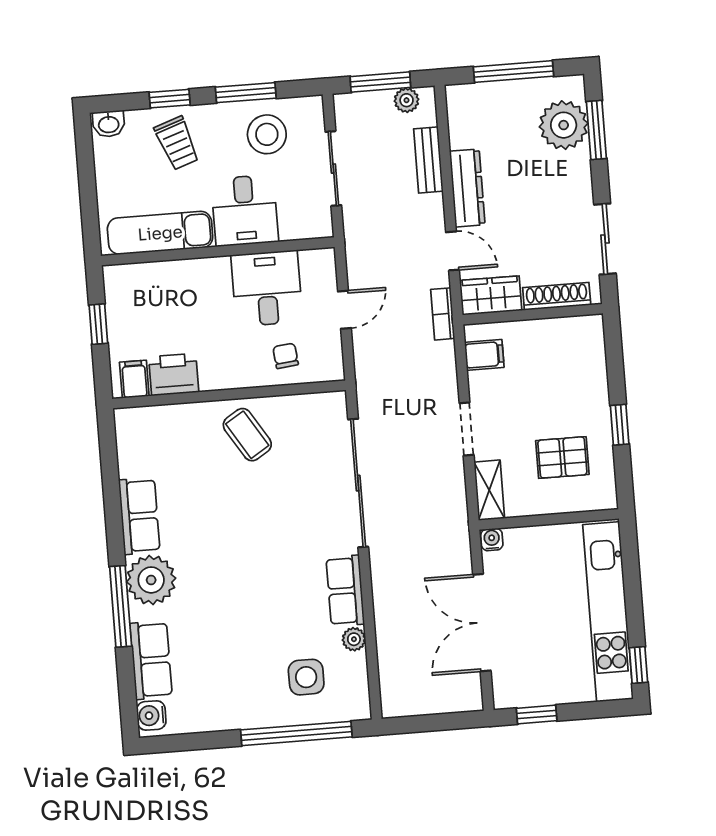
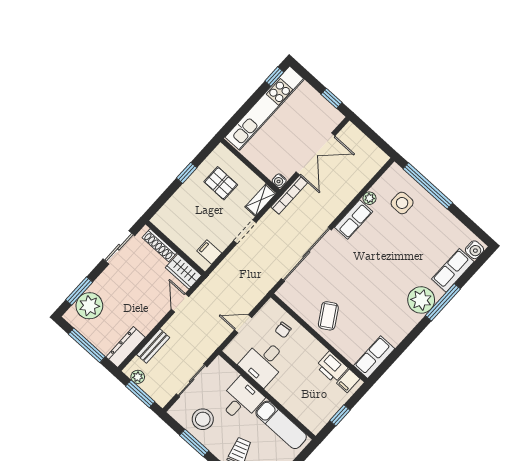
dresser: (467, 188) -> (126, 347), moved
bookcase: (443, 314) -> (289, 195), moved, width x1.56
row of seats: (139, 516) -> (374, 357), moved

